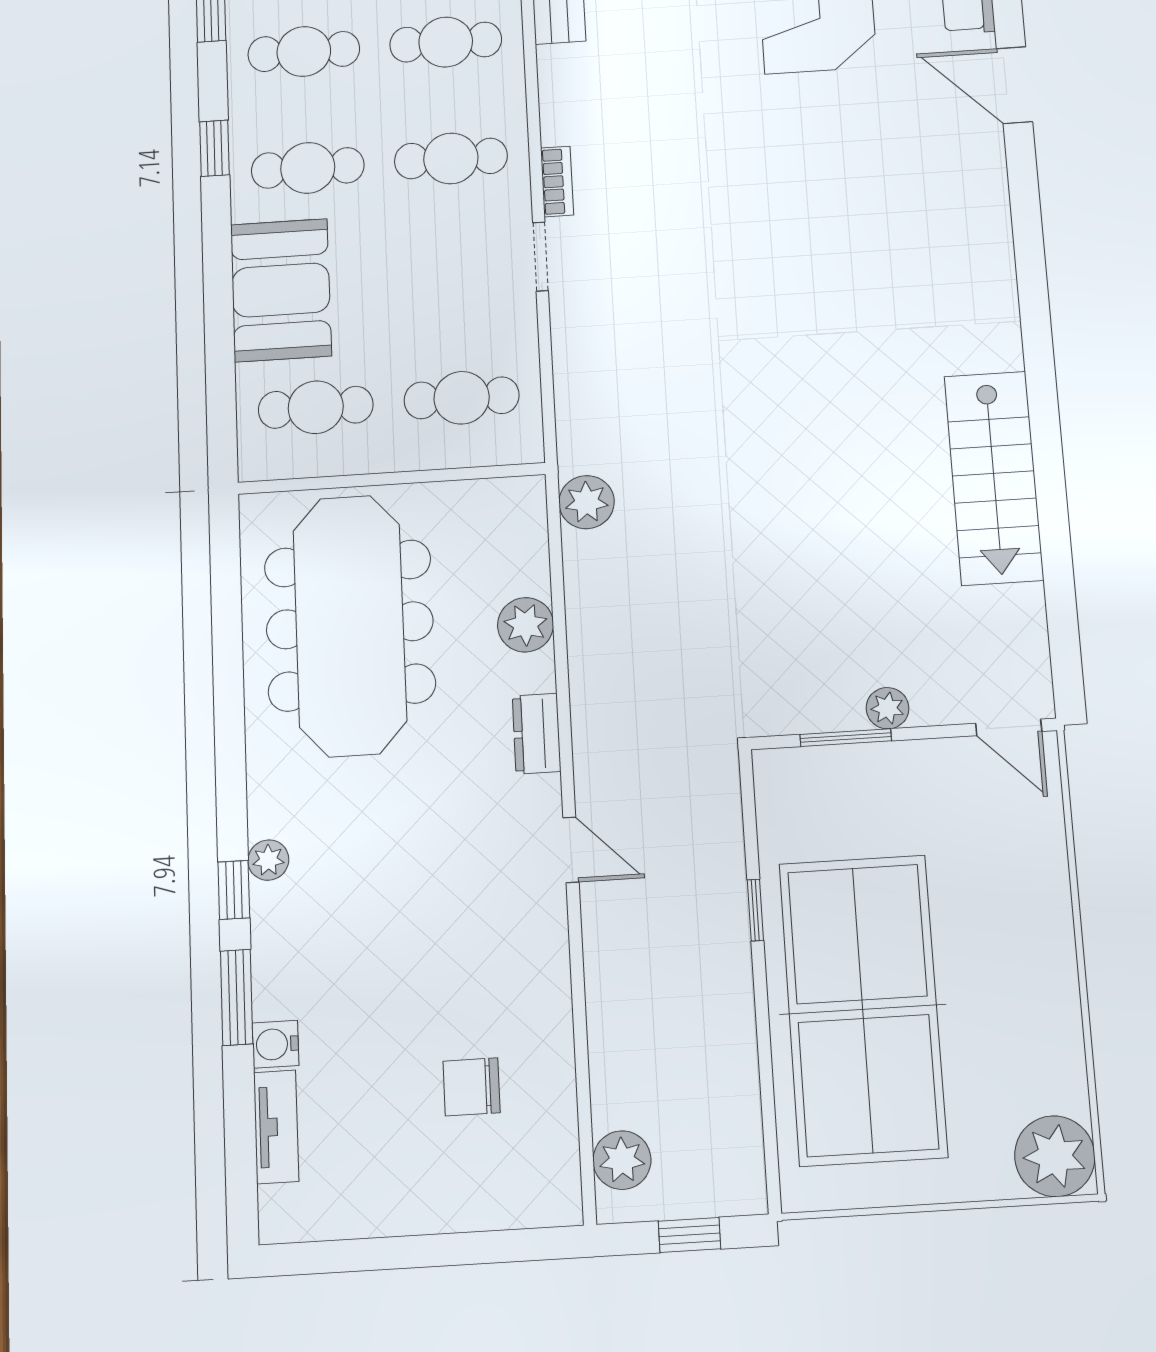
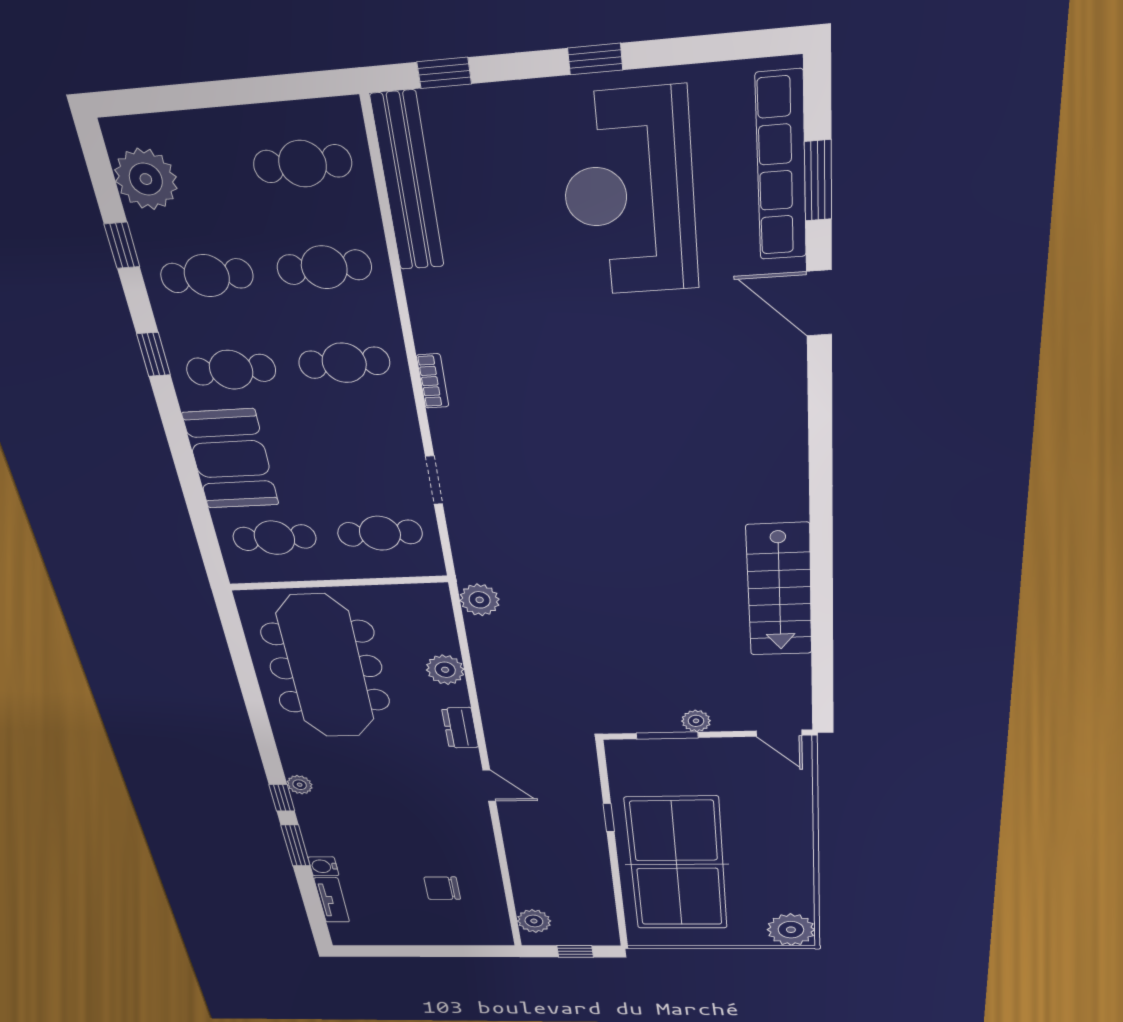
doorway: (540, 257) -> (434, 480), moved

